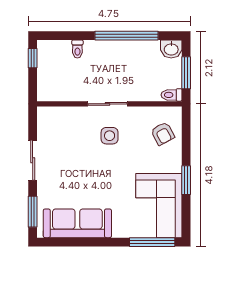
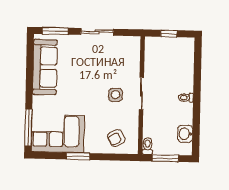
window: (126, 36) -> (197, 110), removed
toilet: (77, 49) -> (186, 98), moved
washbasin: (171, 49) -> (185, 134), moved
window: (33, 58) -> (169, 34), moved

